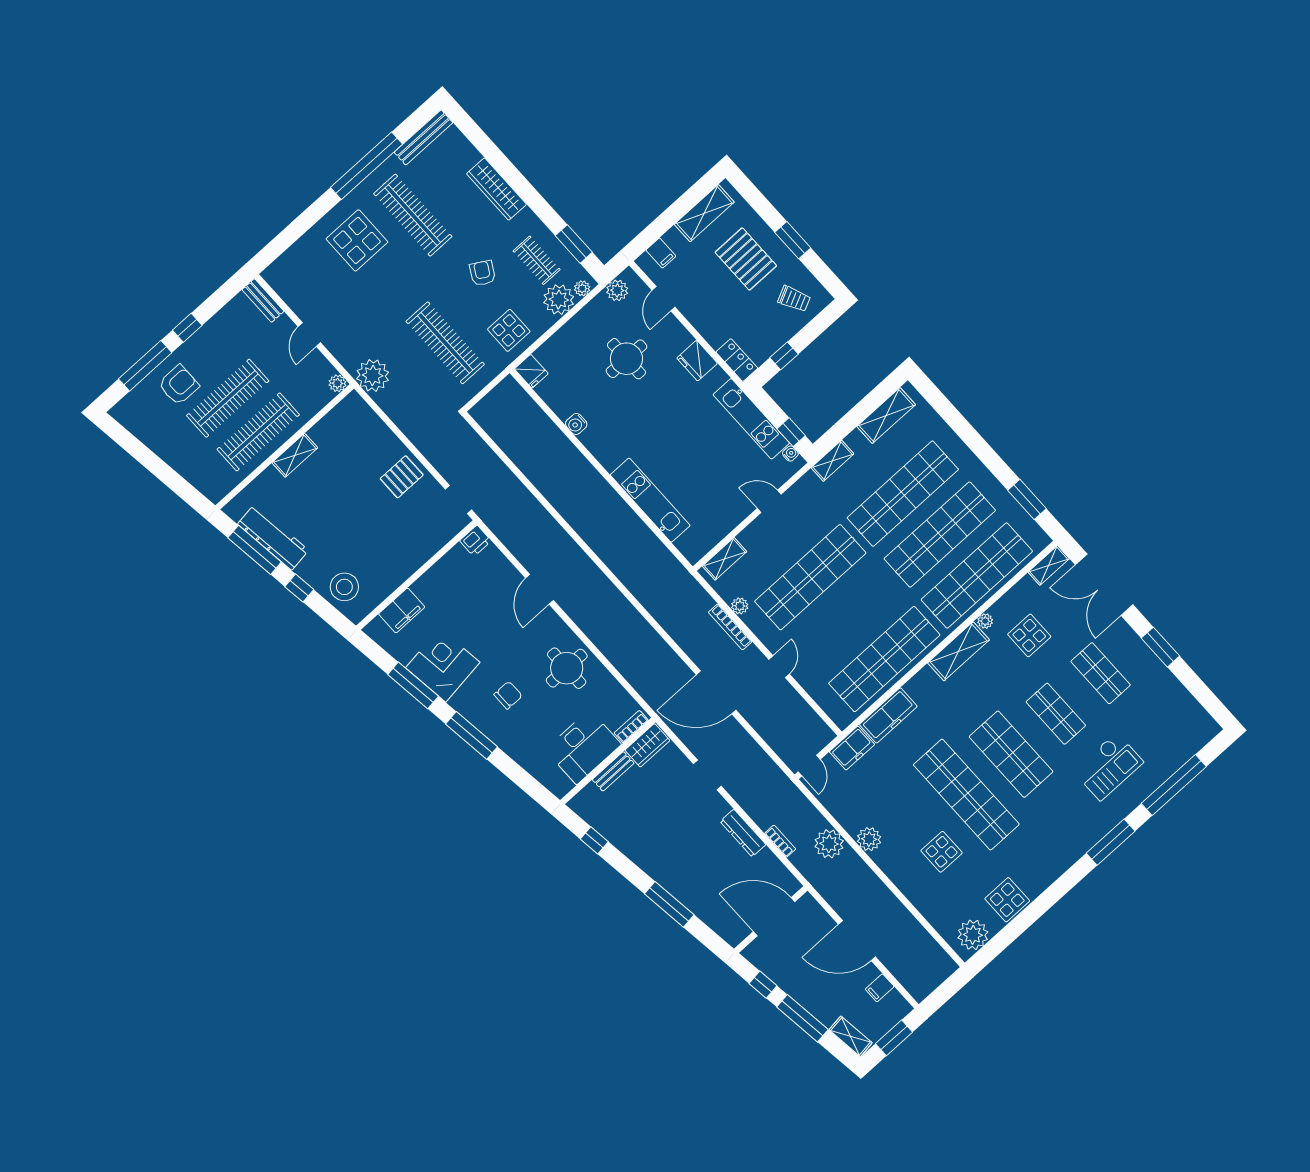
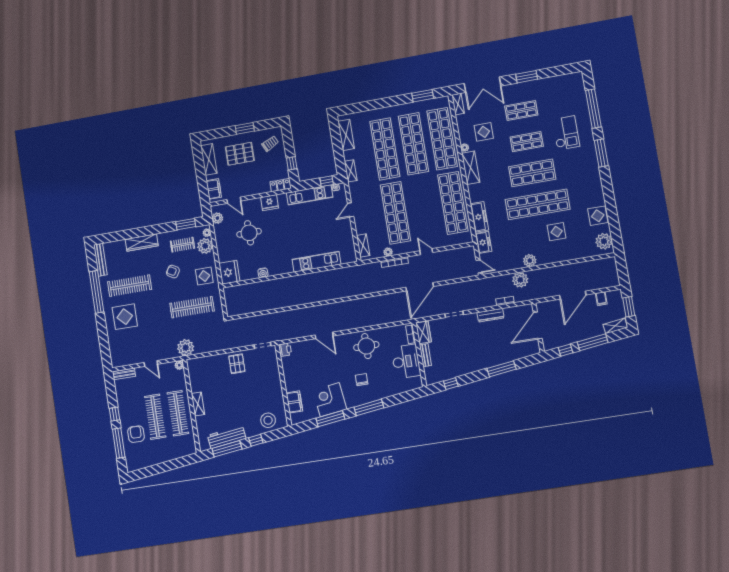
filing cabinet: (661, 253) -> (214, 189), width x2.00
fridge: (531, 371) -> (229, 272), width x1.88, depth x1.34

